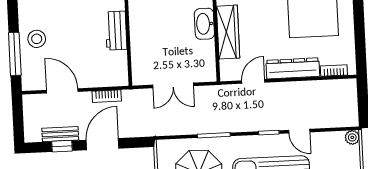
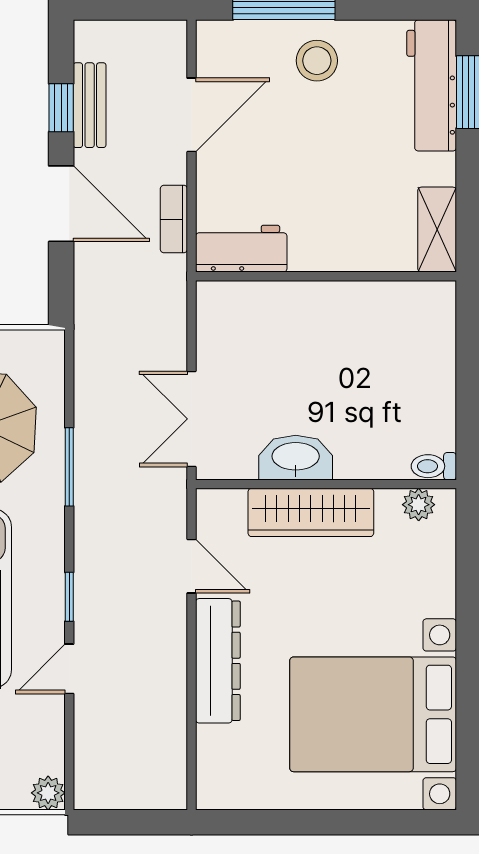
washbasin: (204, 24) -> (296, 458), moved
workbench: (116, 31) -> (241, 249), moved
bookcase: (334, 70) -> (208, 758), removed
double door: (173, 85) -> (191, 419), moved

